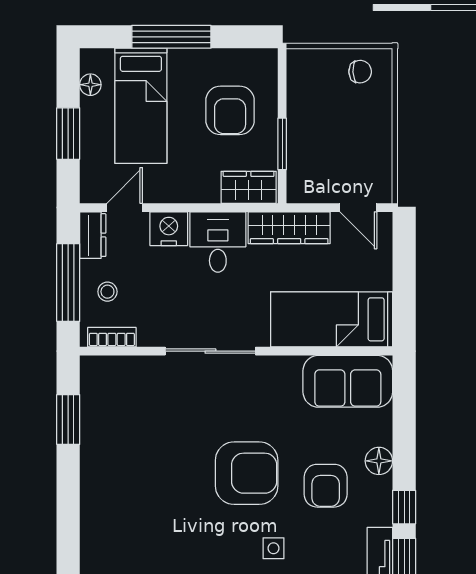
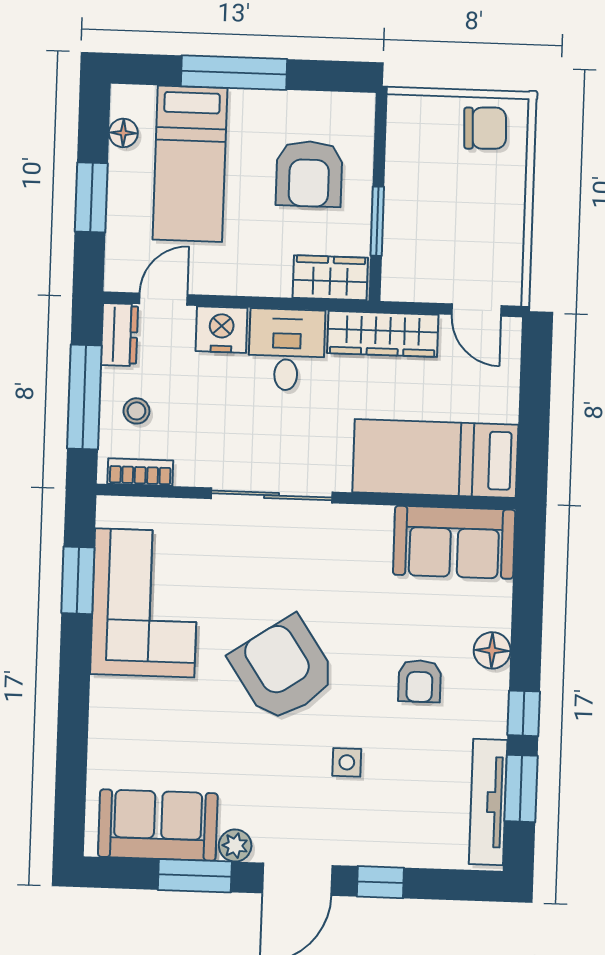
chair: (360, 72) -> (485, 128), width x1.37, depth x1.37
corner sofa: (119, 435) -> (145, 603), added
armchair: (247, 473) -> (283, 669), moved, turned -124
armchair: (326, 486) -> (420, 681), width x0.72, depth x0.72

